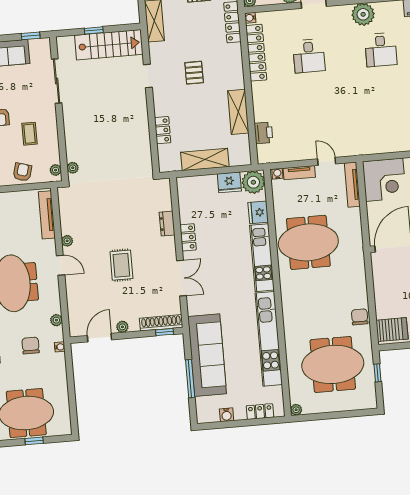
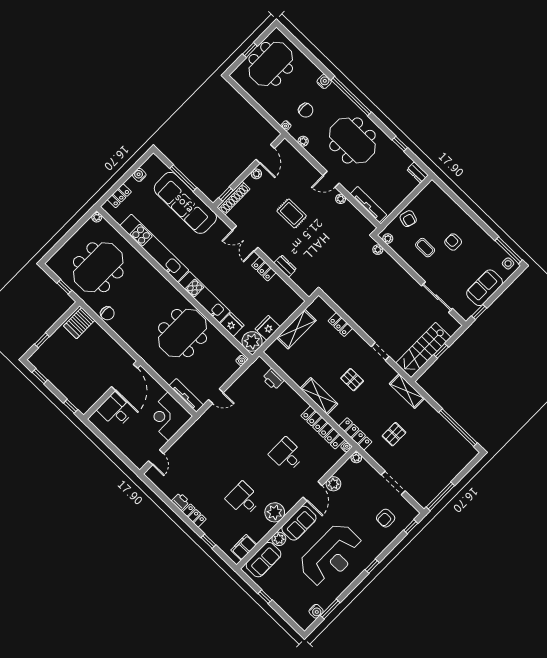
shelving: (238, 112) -> (319, 396), moved
tv unit: (299, 173) -> (227, 373), removed

